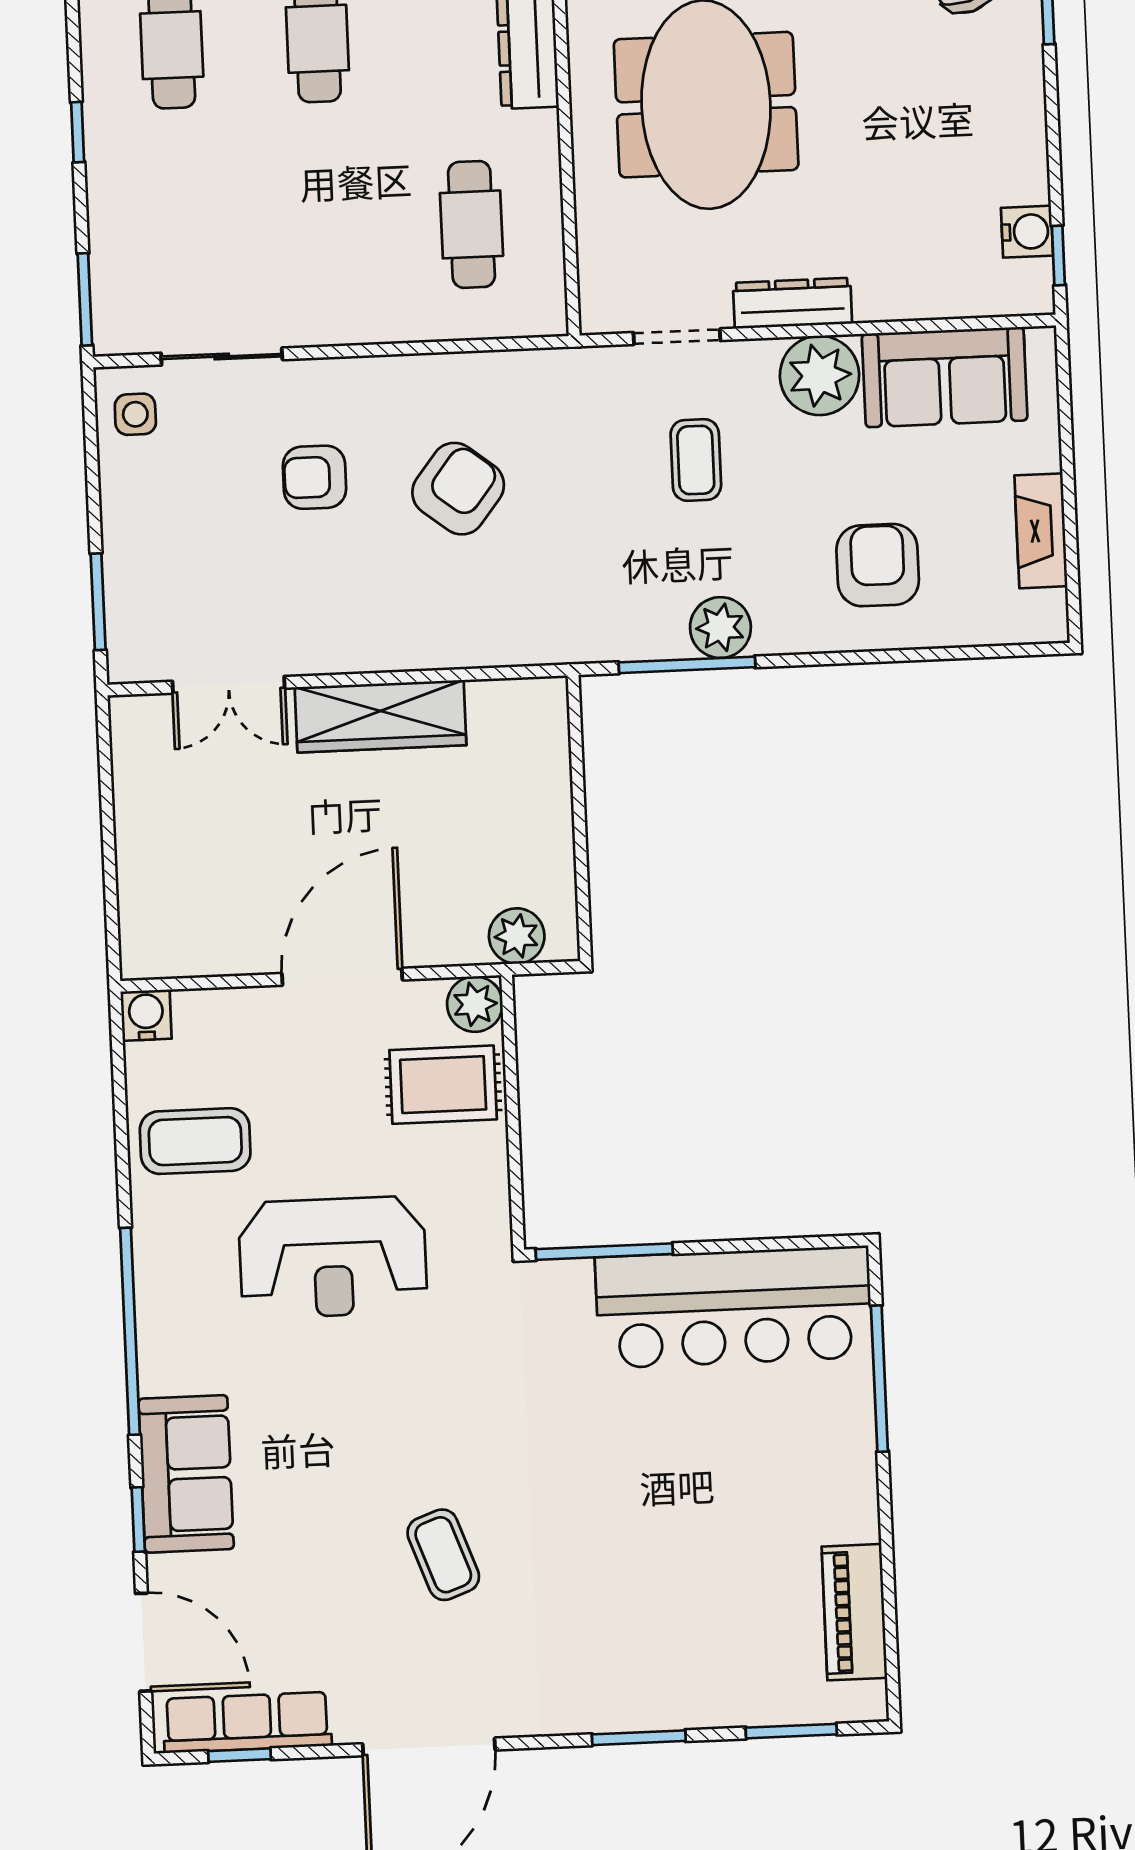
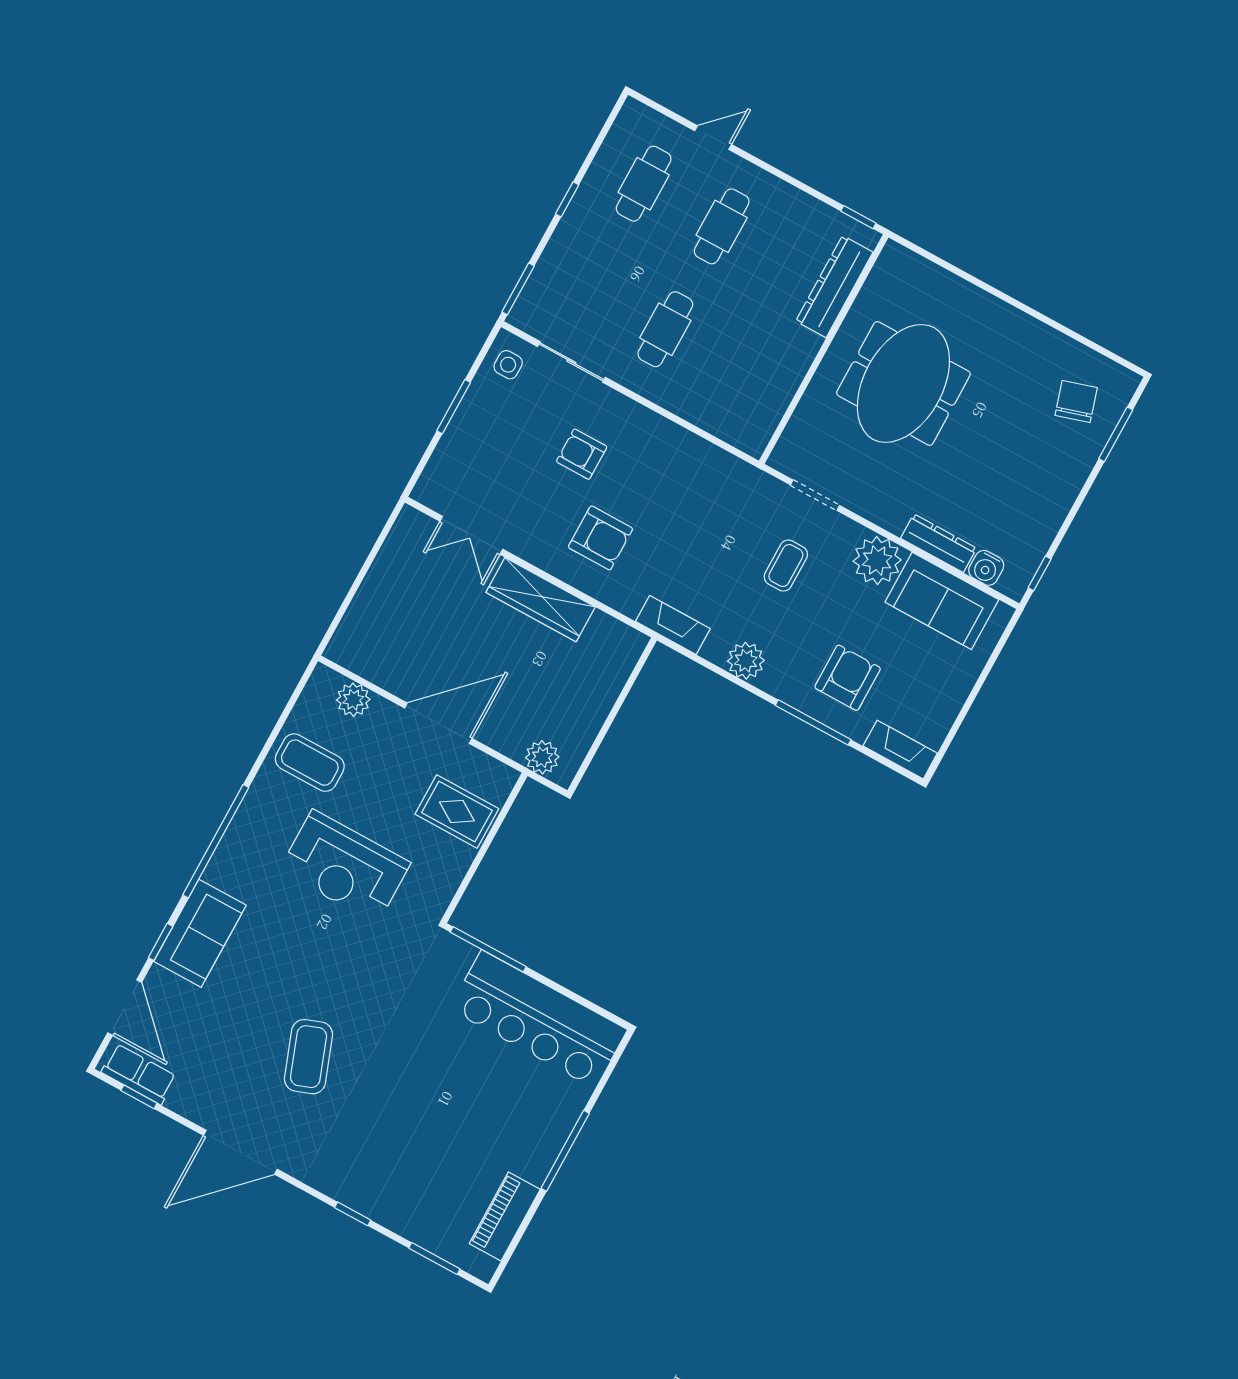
cafe table: (471, 224) -> (665, 329), moved
water cooler: (1027, 232) -> (986, 568), moved, turned 90
dresser: (793, 303) -> (939, 543), moved
armchair: (458, 489) -> (600, 538), moved, turned 52
fireplace: (1041, 531) -> (900, 750), moved, turned 90
window: (98, 602) -> (454, 407), moved
fireplace: (588, 640) -> (673, 625), added
window: (687, 665) -> (813, 722), moved
plant: (475, 1004) -> (353, 700), moved
water cooler: (146, 1015) -> (324, 681), removed
window: (879, 1379) -> (565, 1151), moved
coffee table: (443, 1555) -> (309, 1057), width x1.36, depth x1.30
row of seats: (247, 1722) -> (139, 1074), width x0.68
window: (639, 1738) -> (353, 1214), width x0.67

